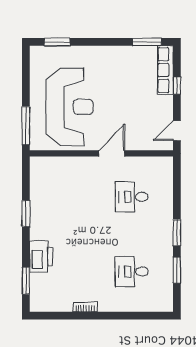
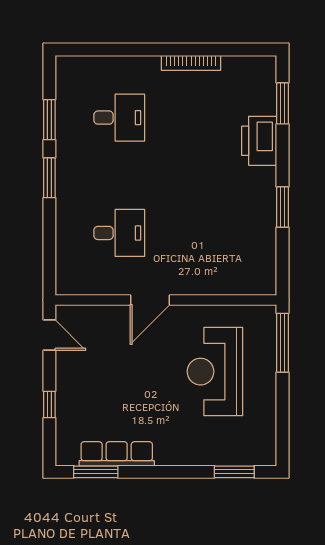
row of seats: (165, 70) -> (117, 454), moved, turned -90
reception desk: (70, 107) -> (215, 372), width x0.74, depth x0.77
door: (177, 131) -> (49, 335), hinge flipped
bookcase: (85, 307) -> (191, 63), width x1.56

